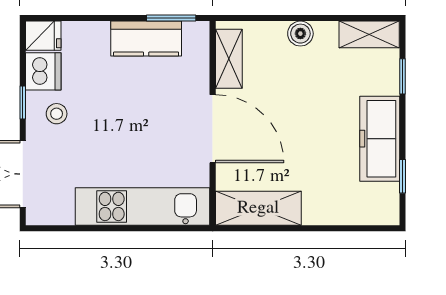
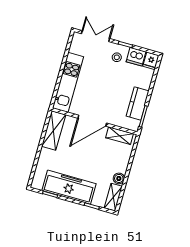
boiler: (300, 34) -> (119, 178), moved
freezer: (380, 139) -> (69, 187), width x1.36, depth x1.26

